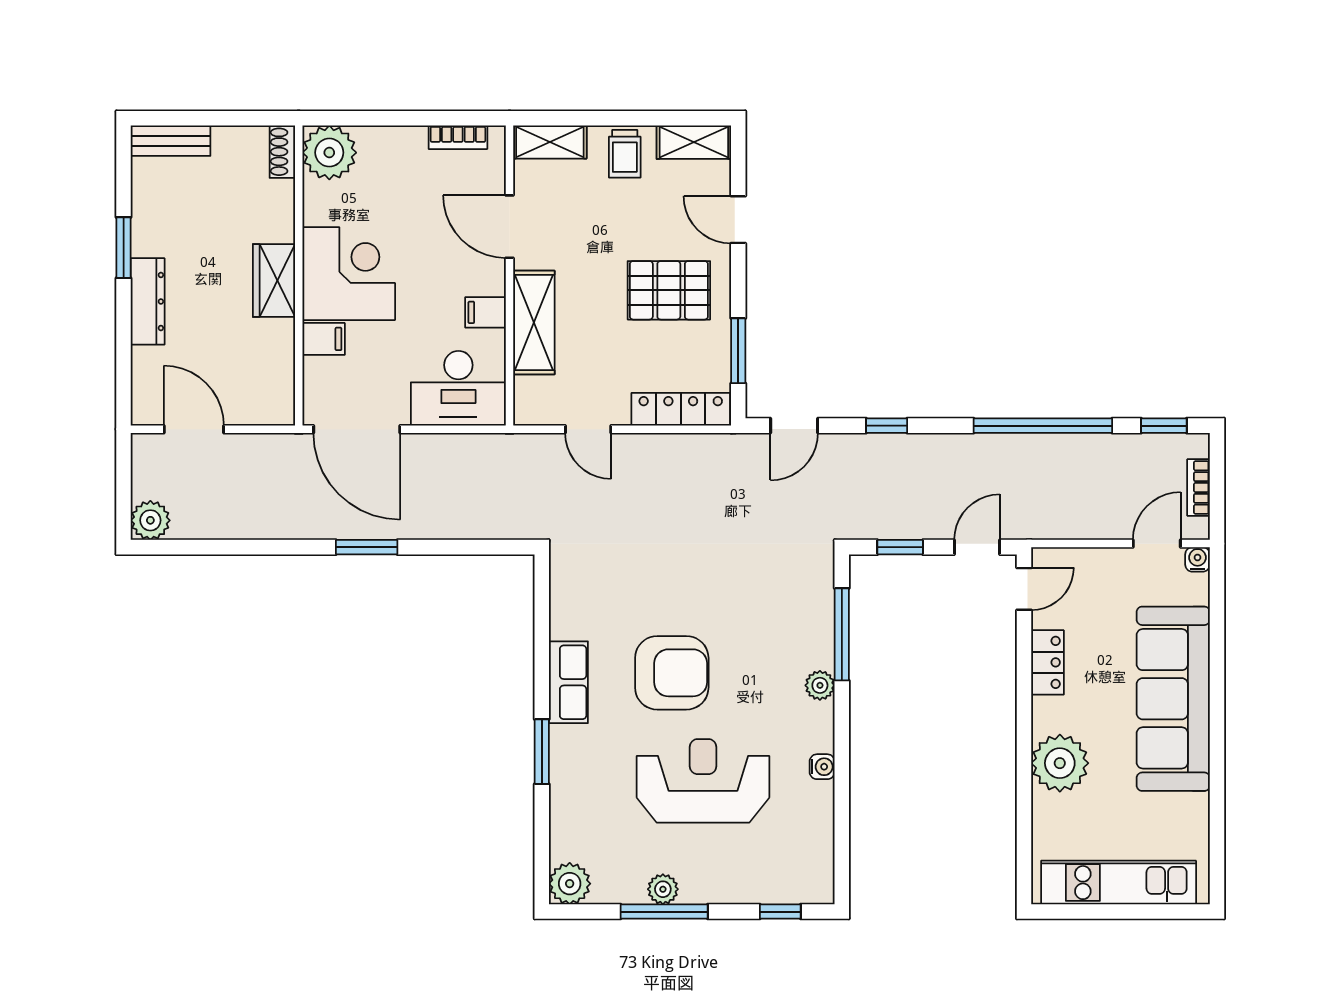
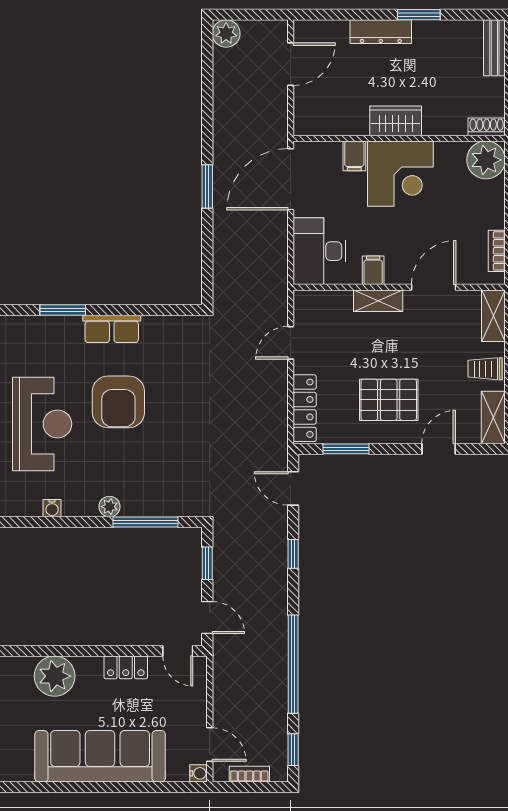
pallet: (669, 290) -> (389, 400), turned 90
shelving: (534, 323) -> (378, 301), width x0.67, depth x0.75

